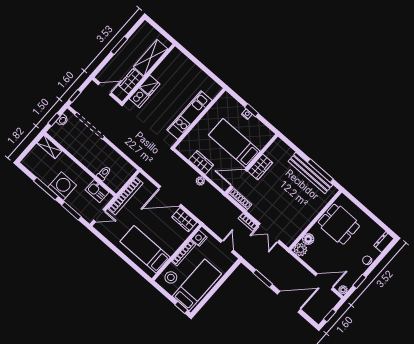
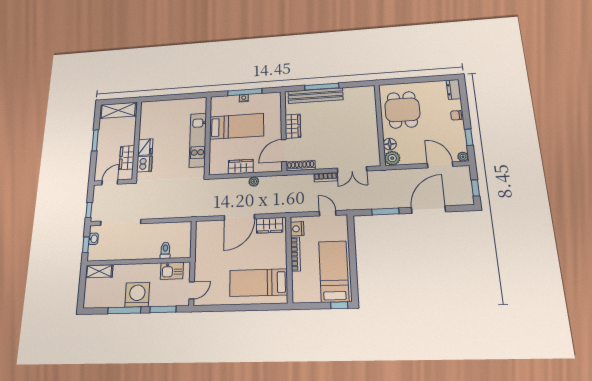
shelving: (151, 58) -> (118, 110), moved, turned 90
window: (252, 110) -> (245, 92), width x2.17
bed: (234, 143) -> (236, 126), moved, turned 180
window: (320, 171) -> (322, 87), moved
bench: (310, 173) -> (315, 96), moved
bookcase: (125, 196) -> (200, 252), removed
dining table: (339, 224) -> (402, 110), turned 90
stool: (171, 277) -> (304, 286), removed
door: (324, 282) -> (440, 165), hinge flipped

